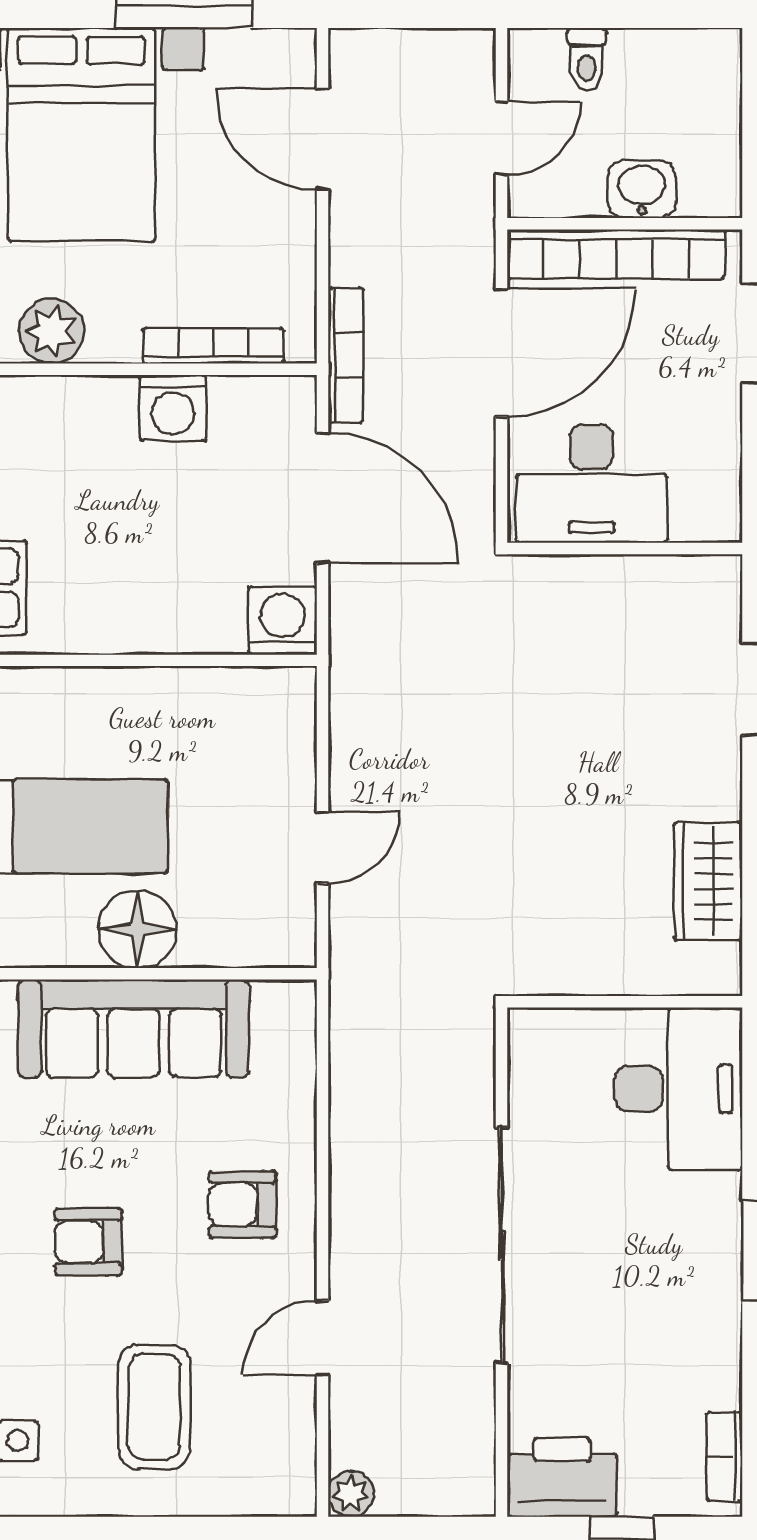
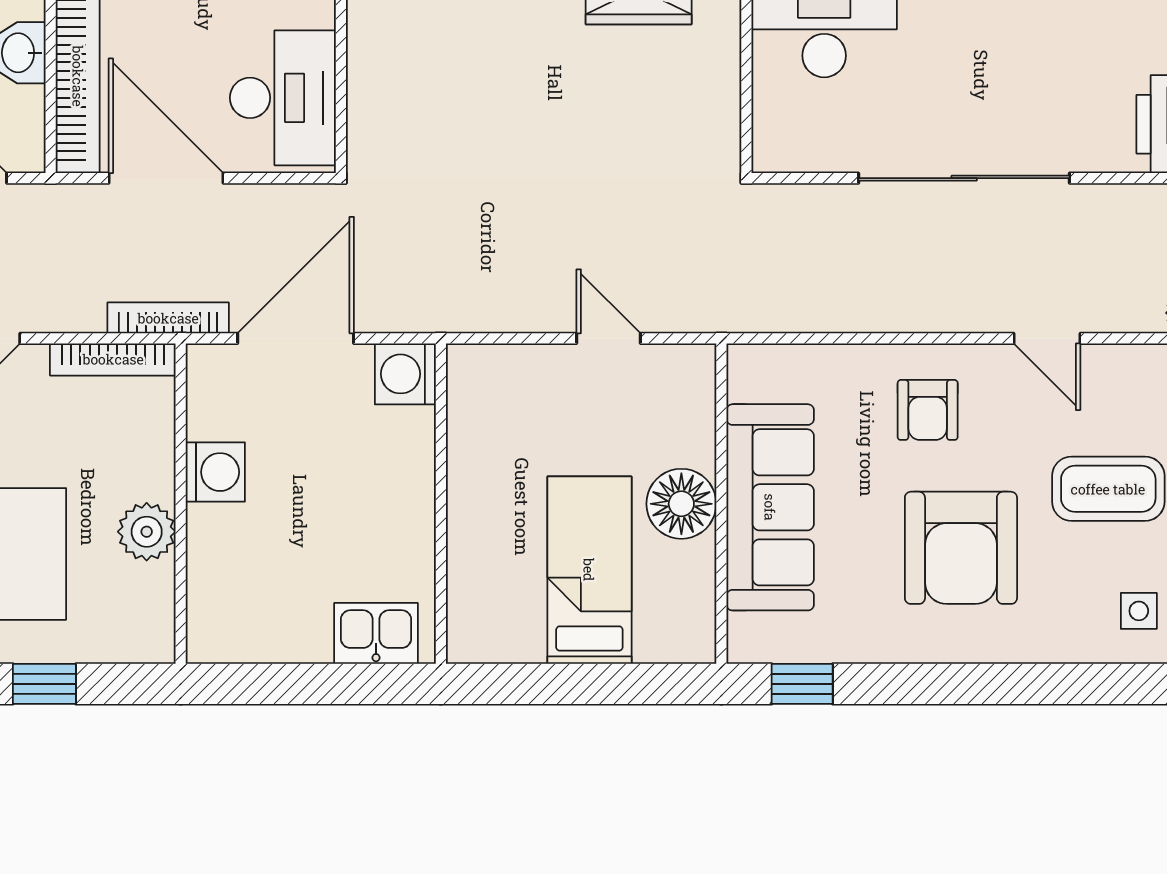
plant: (51, 331) -> (147, 532), moved
bookcase: (214, 346) -> (113, 359), moved, turned -90
armchair: (88, 1242) -> (961, 548), width x1.88, depth x1.88

